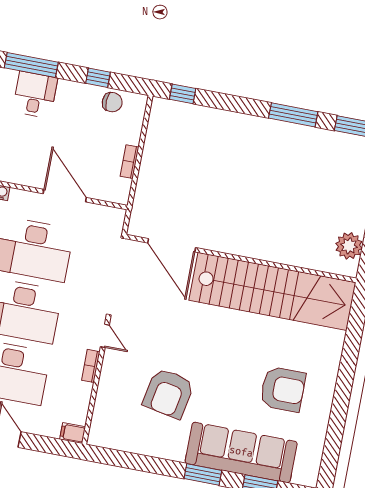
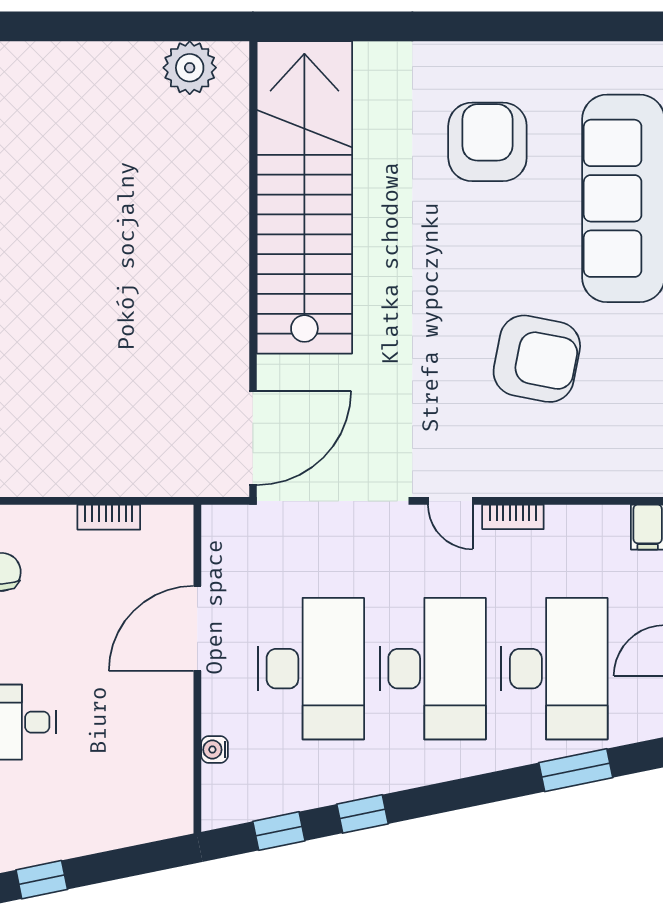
door: (172, 245) -> (253, 438), moved
door: (105, 336) -> (450, 501), swing flipped

